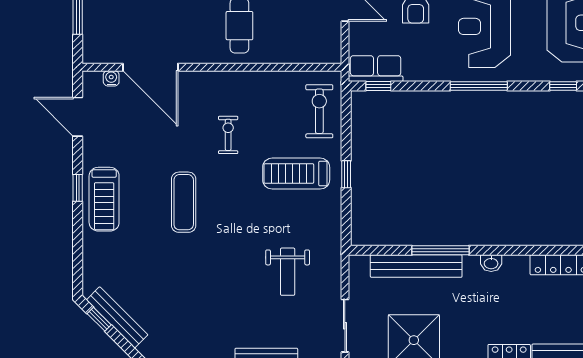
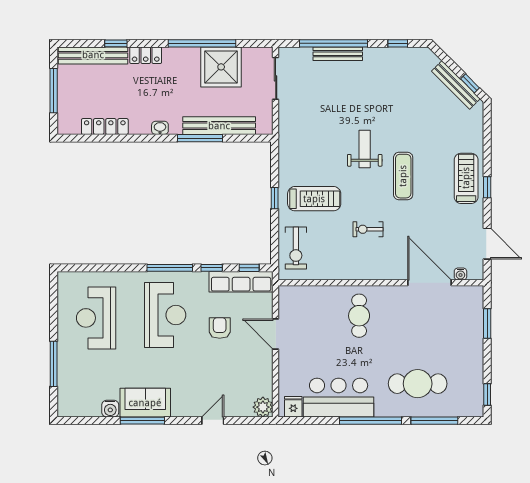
row of seats: (376, 69) -> (241, 282), width x1.48
window: (563, 86) -> (212, 268), moved
exercise bike: (228, 135) -> (368, 229), turned 90
weight bench: (288, 272) -> (365, 149), moved

